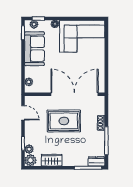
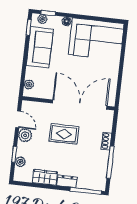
rug: (64, 121) -> (64, 134), width x0.73, depth x0.70
plant: (30, 160) -> (25, 135), moved
dresser: (96, 161) -> (67, 181), moved

